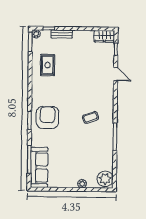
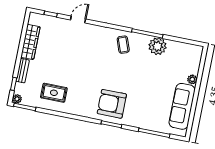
wardrobe: (104, 36) -> (30, 42), moved, width x1.50
coffee table: (90, 117) -> (123, 45), moved
sofa: (39, 167) -> (182, 106), moved, turned -90
plant: (105, 179) -> (158, 46), moved

